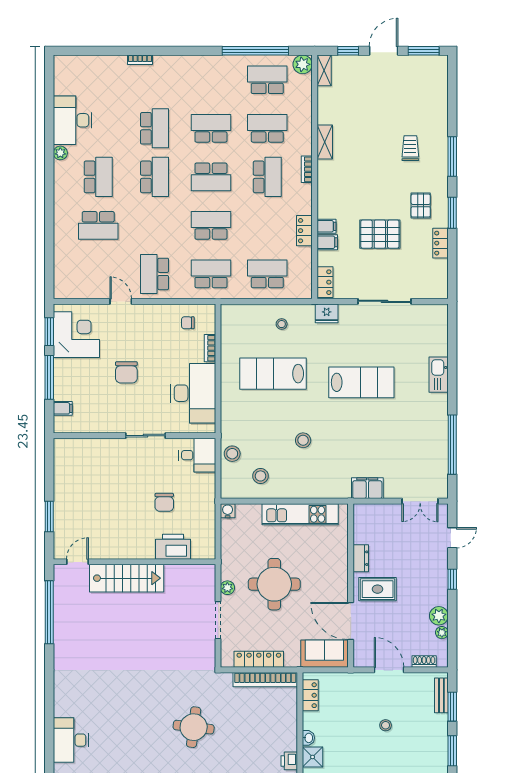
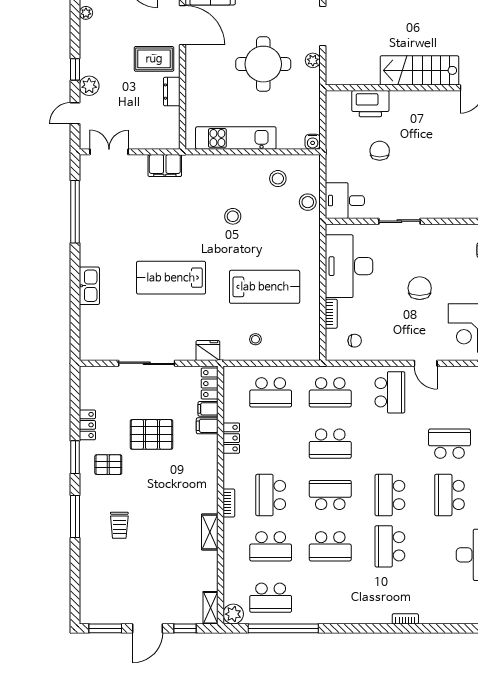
pallet: (421, 206) -> (108, 465), turned 90
filing cabinet: (326, 226) -> (208, 409), moved
plant: (439, 616) -> (89, 86), moved

